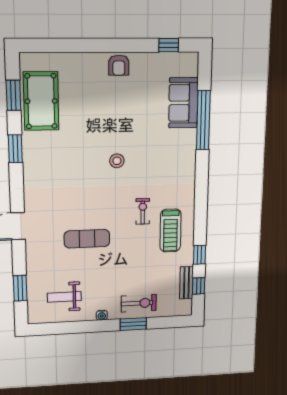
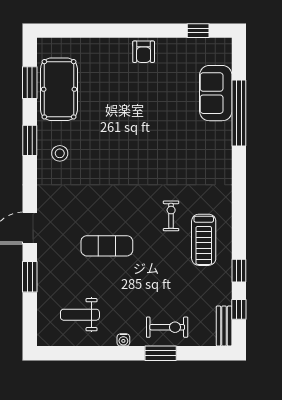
stool: (117, 161) -> (60, 153), moved
bench: (186, 283) -> (224, 326), moved
window: (20, 288) -> (30, 277), moved

